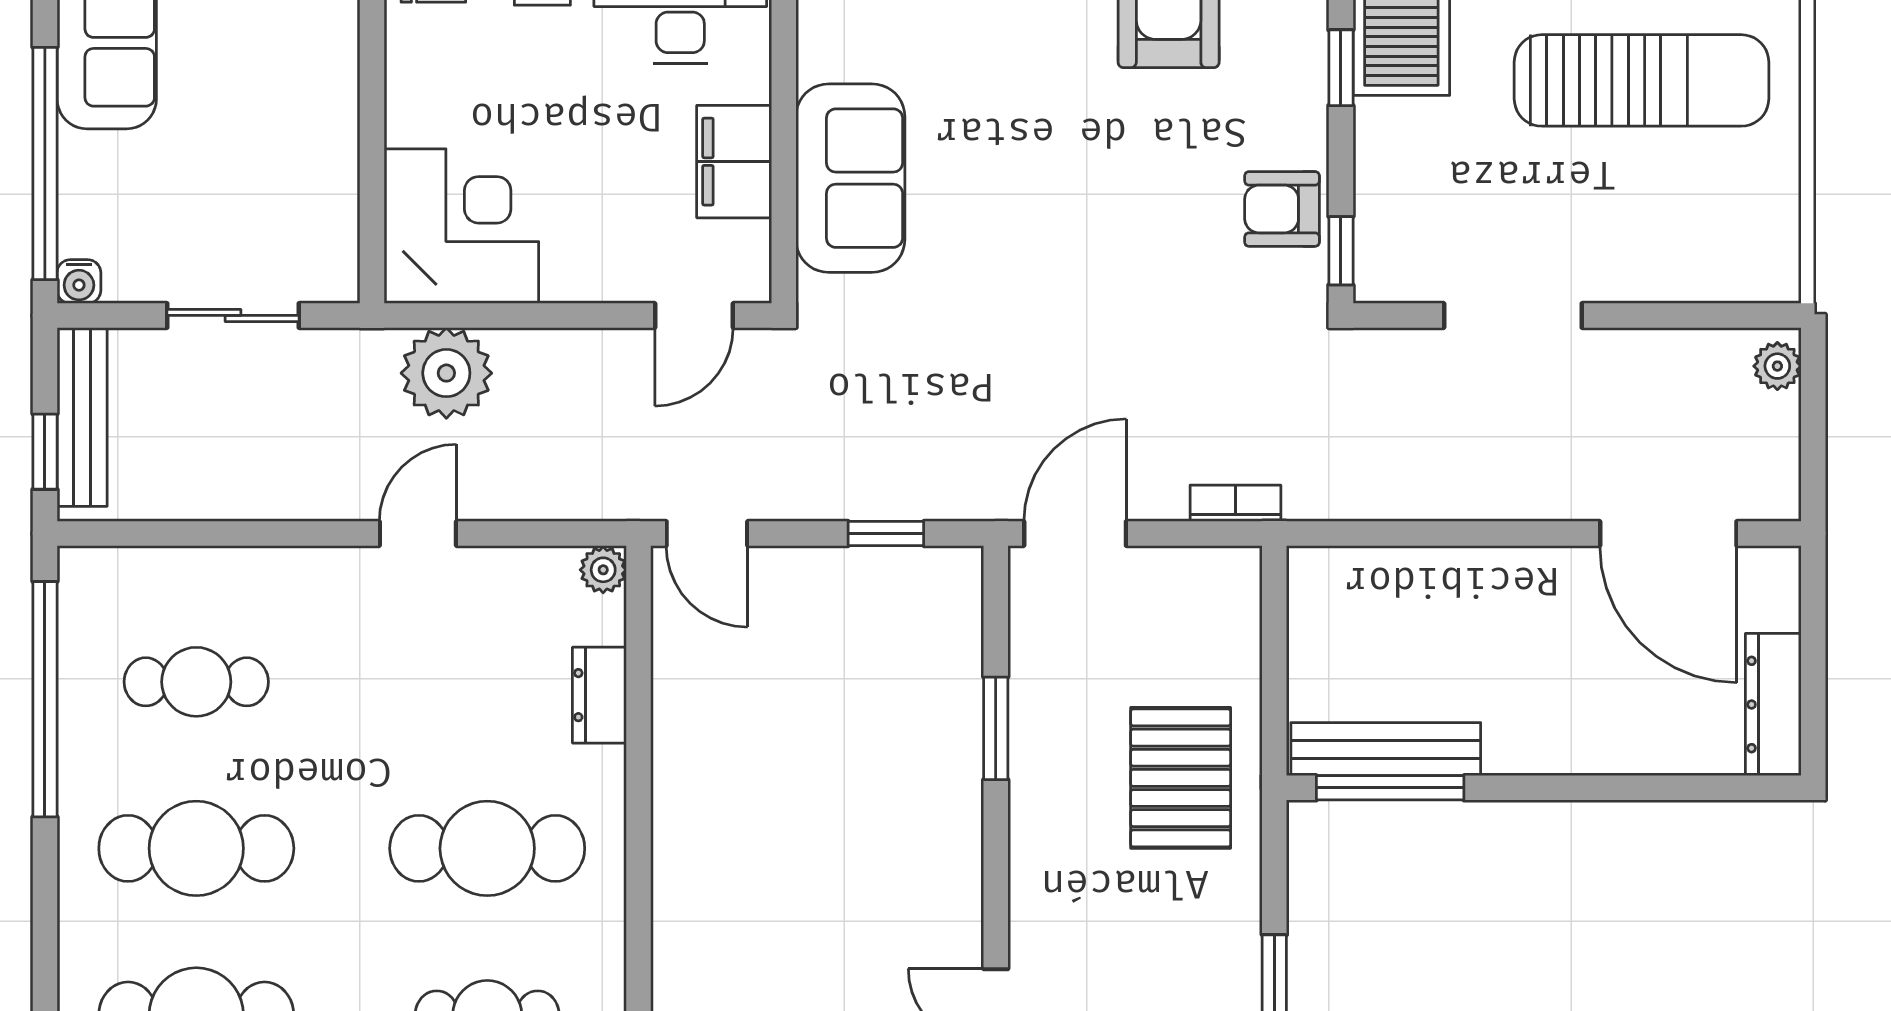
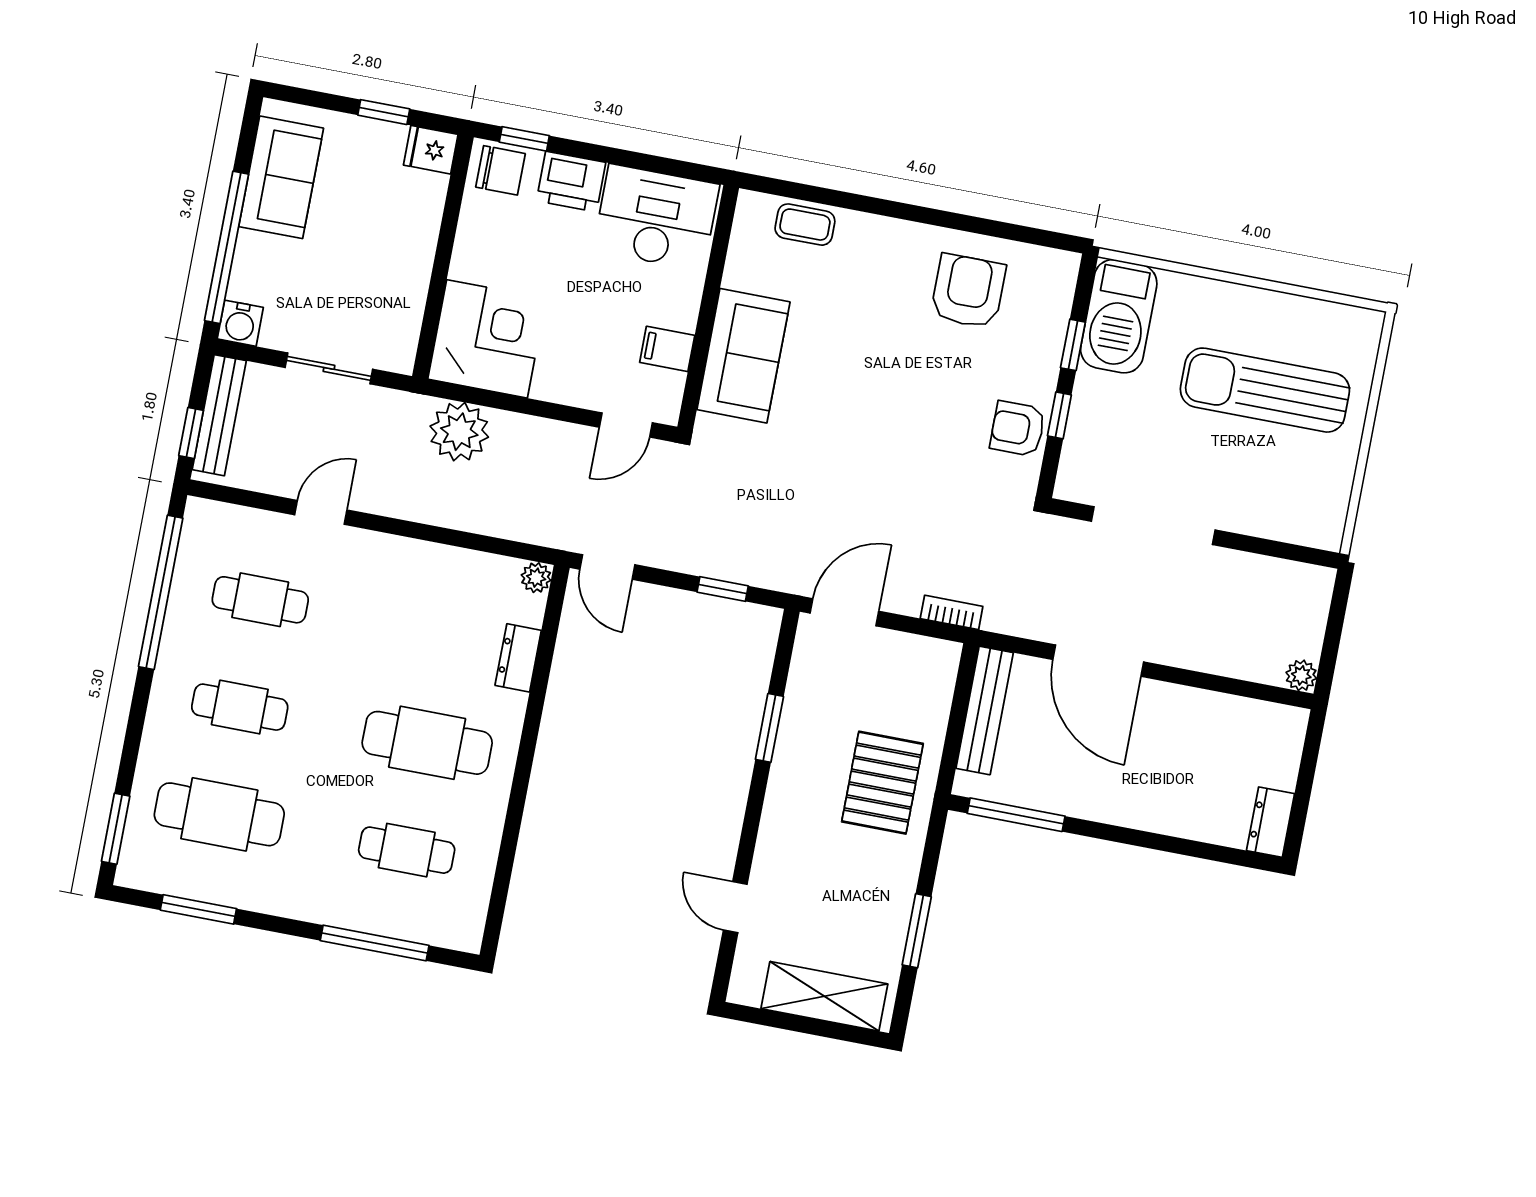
sun lounger: (1641, 80) -> (1265, 390), turned 180
filing cabinet: (734, 162) -> (667, 349), width x0.50
window: (1341, 251) -> (1059, 415), moved
water cooler: (79, 282) -> (240, 323), width x1.38, depth x1.38
doorway: (1513, 315) -> (1153, 526), width x1.36
plant: (1777, 366) -> (1301, 675), moved
door: (418, 534) -> (321, 512), moved
door: (1668, 534) -> (1098, 661), moved
dresser: (1773, 705) -> (1270, 822), width x0.70
bench: (1386, 749) -> (985, 710), moved, turned 90
cafe table: (196, 848) -> (240, 707), width x0.73, depth x0.74

